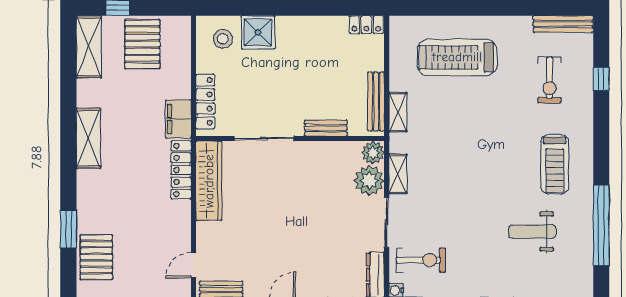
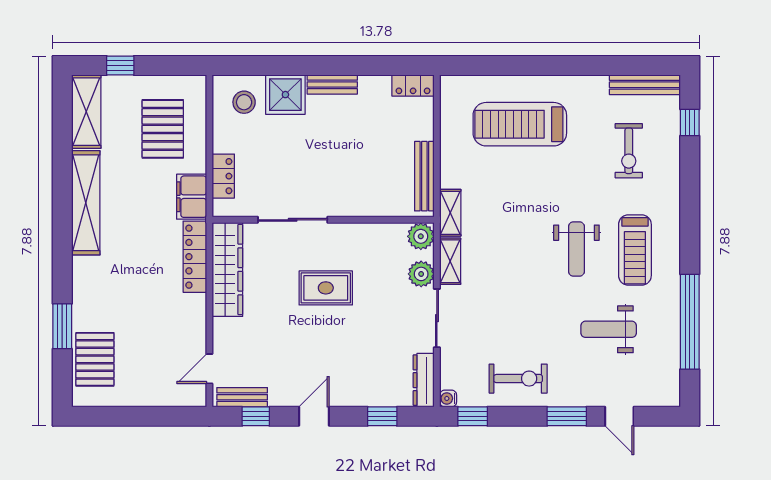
pallet: (142, 44) -> (163, 129), moved
window: (601, 79) -> (690, 122), moved
locker: (205, 102) -> (223, 176), width x0.66
shelving: (398, 112) -> (450, 213), moved
bench: (326, 128) -> (332, 84), moved
shelving: (88, 138) -> (86, 203), width x1.47
weight bench: (505, 163) -> (576, 249), added
plant: (369, 181) -> (421, 274), width x0.73, depth x0.73
rug: (292, 196) -> (326, 288), added
exercise bike: (421, 260) -> (518, 379), moved

